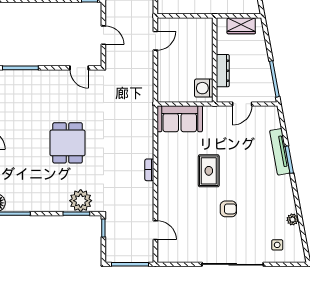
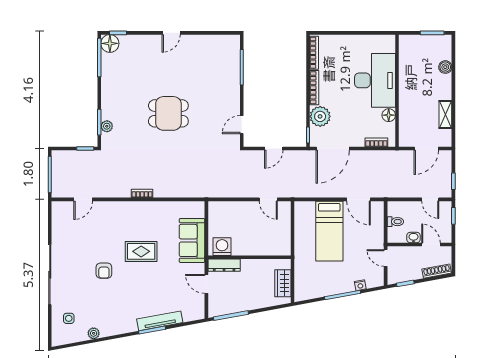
dresser: (223, 71) -> (224, 265), moved
sofa: (180, 119) -> (192, 240), moved
plant: (81, 201) -> (107, 126), width x0.53, depth x0.53

